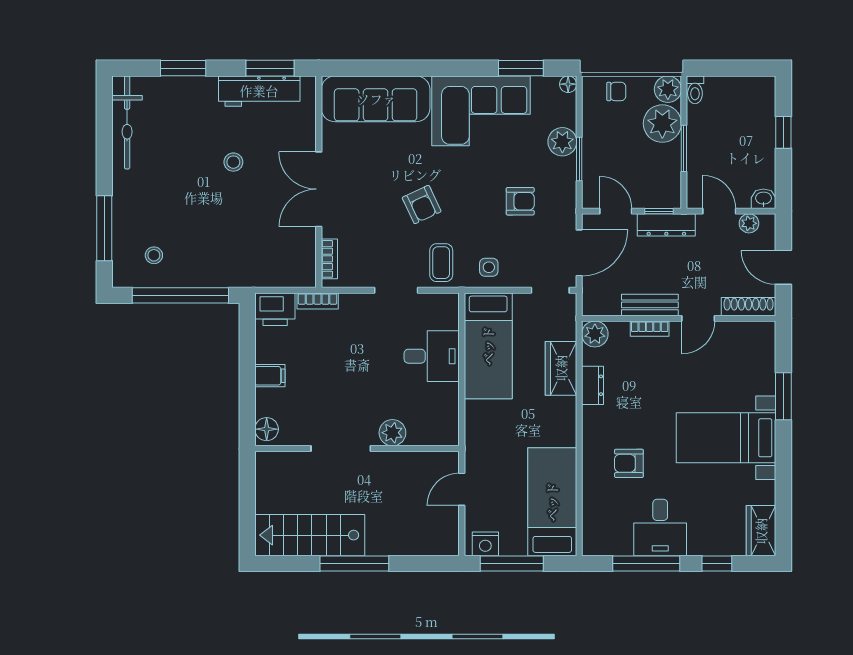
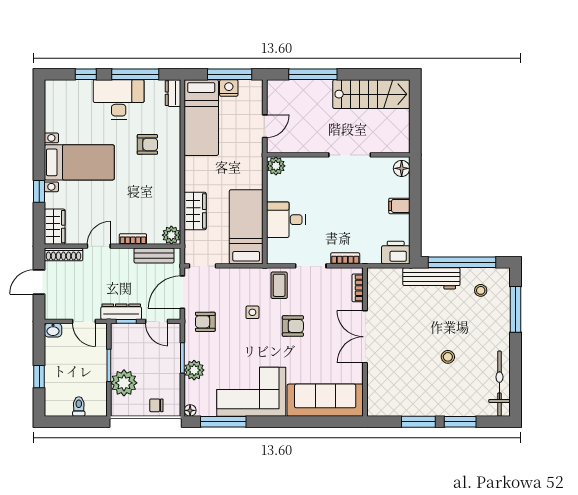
window: (270, 68) -> (418, 422), moved
window: (521, 68) -> (223, 422), width x1.44
plant: (668, 89) -> (120, 407), removed
toilet: (695, 90) -> (79, 407), moved
workbench: (259, 91) -> (431, 278), moved, turned 180
stool: (233, 162) -> (448, 357), moved
double door: (319, 189) -> (365, 337), swing flipped
armchair: (520, 201) -> (205, 322), moved
armchair: (422, 205) -> (293, 326), turned 115
plant: (749, 223) -> (63, 313), removed
side table: (489, 267) -> (252, 312), moved
door: (783, 267) -> (39, 282), swing flipped
bookcase: (318, 301) -> (345, 258), moved
bench: (650, 305) -> (154, 256), moved
dresser: (593, 385) -> (173, 93), moved
window: (783, 396) -> (39, 191), width x0.67
plant: (392, 433) -> (276, 166), moved
desk: (660, 527) -> (119, 99), width x1.37
wardrobe: (761, 531) -> (55, 227), moved
nightstand: (485, 544) -> (229, 88), moved
window: (354, 563) -> (313, 74), moved

